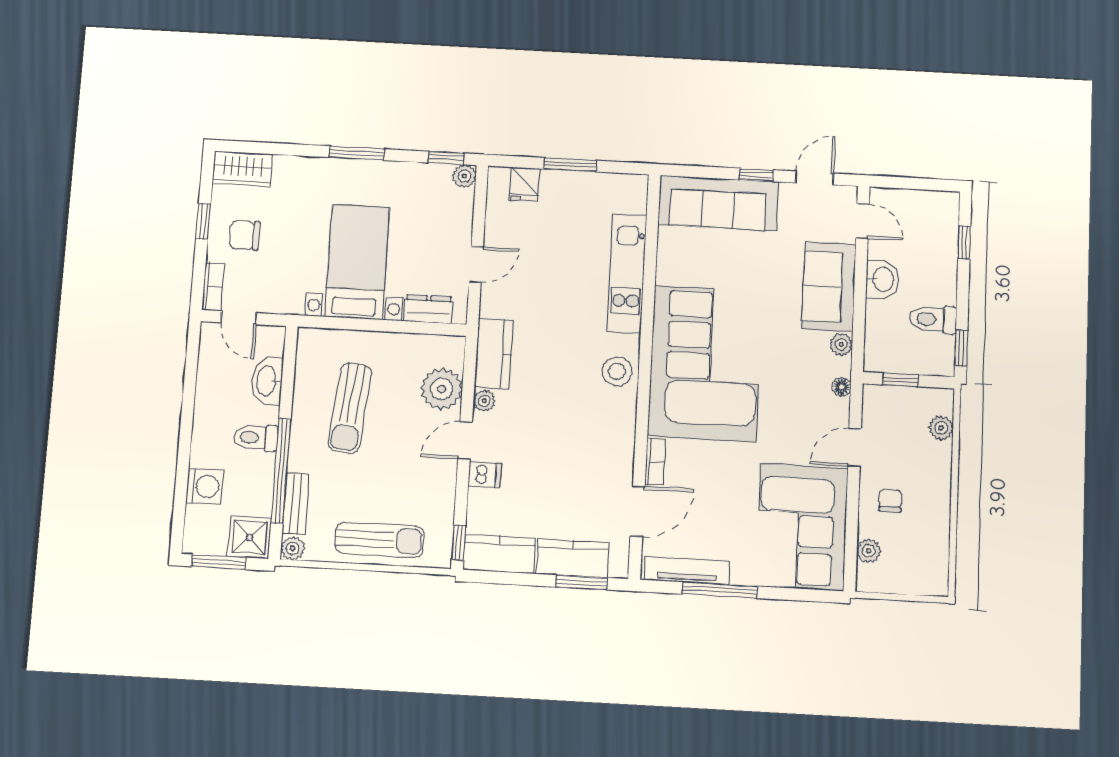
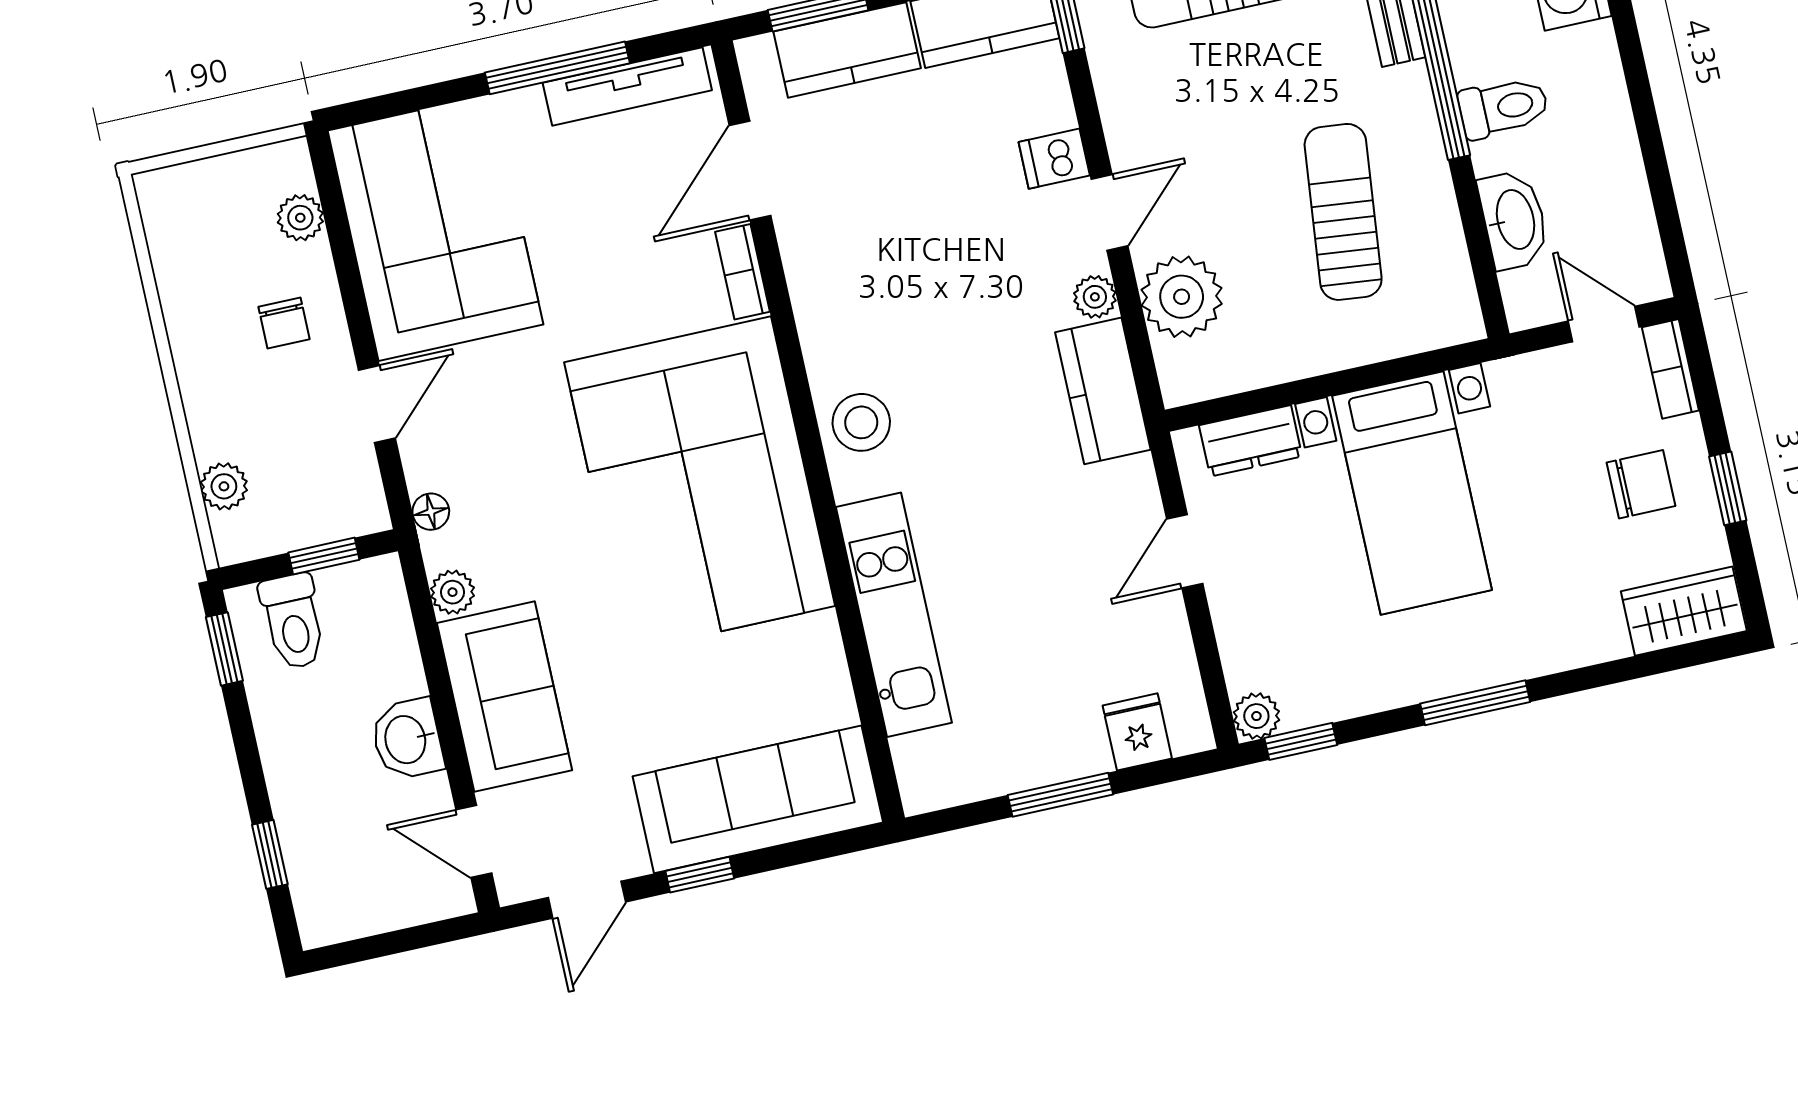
toilet: (933, 319) -> (293, 621), moved, turned 90

